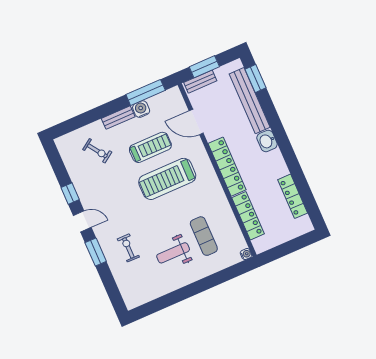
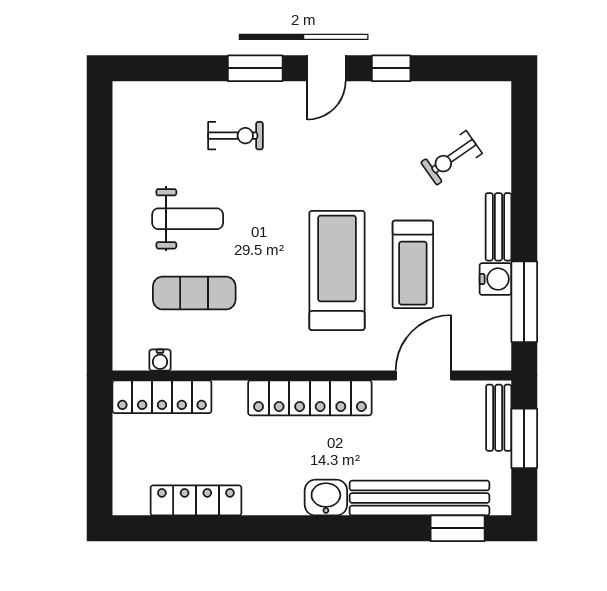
locker: (248, 216) -> (162, 397), moved
weight bench: (173, 253) -> (188, 219), turned 90
water cooler: (246, 254) -> (160, 360), moved

